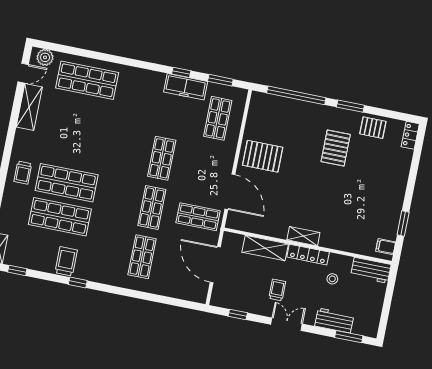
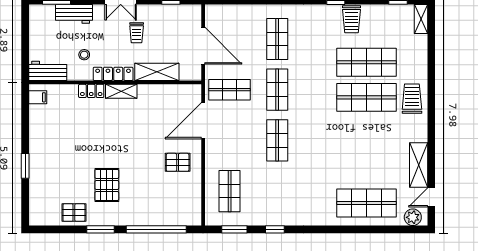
freezer: (186, 87) -> (268, 216), removed
locker: (410, 135) -> (91, 91), moved, turned 90
pallet: (263, 156) -> (178, 162), width x0.67, depth x0.71
trolley: (23, 173) -> (412, 99), width x1.36, depth x1.39
door: (230, 192) -> (203, 121), hinge flipped
window: (403, 223) -> (25, 166), moved

